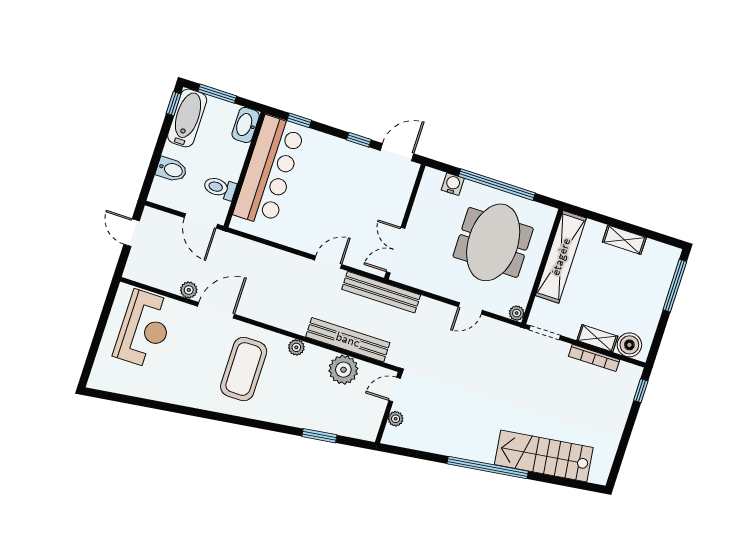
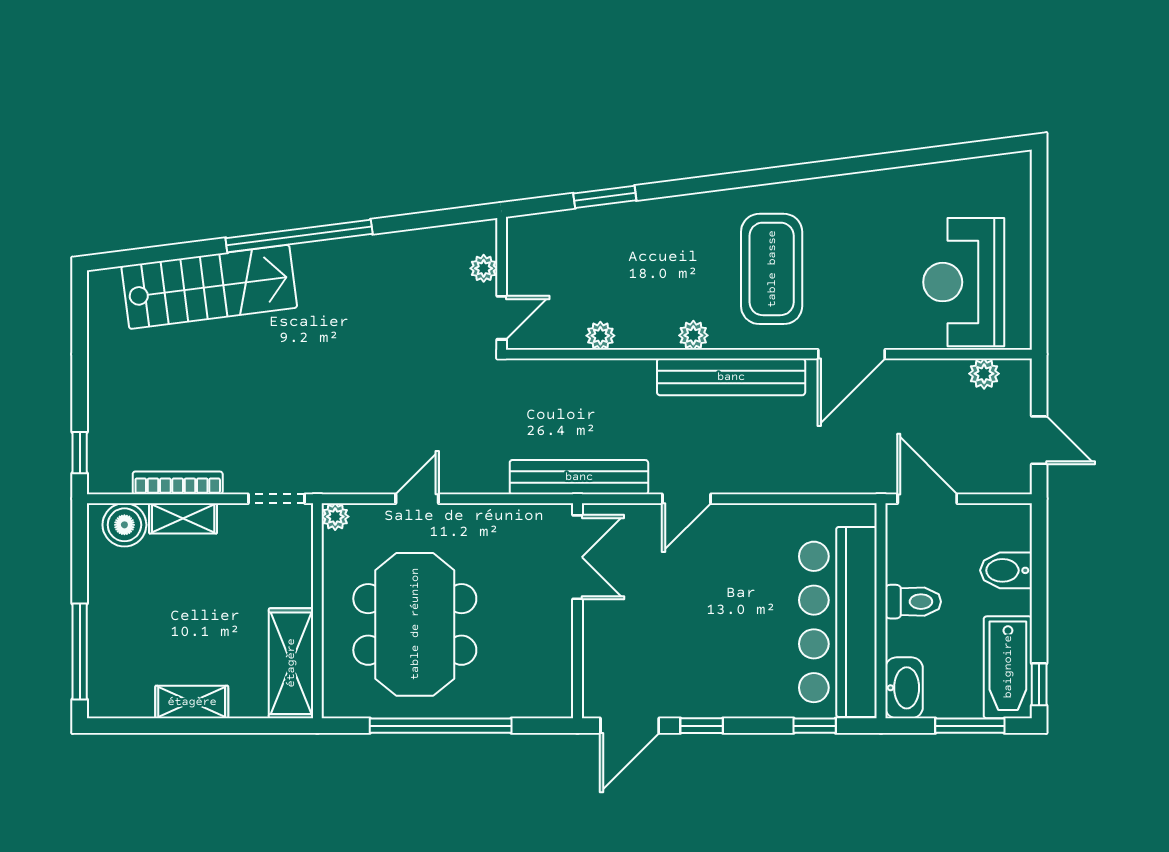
water cooler: (453, 184) -> (516, 702), removed
toilet: (220, 188) -> (913, 602), moved
shelving: (561, 257) -> (291, 663), width x0.68
plant: (189, 290) -> (984, 374), moved
bench: (348, 340) -> (731, 377), moved
plant: (343, 370) -> (600, 336), width x0.53, depth x0.53

